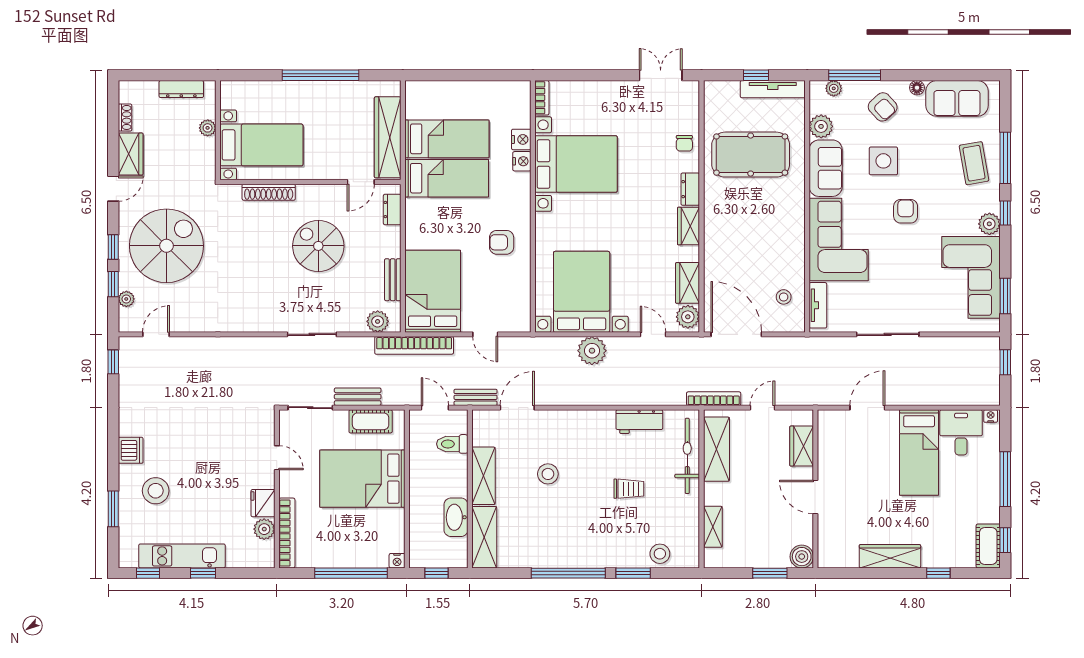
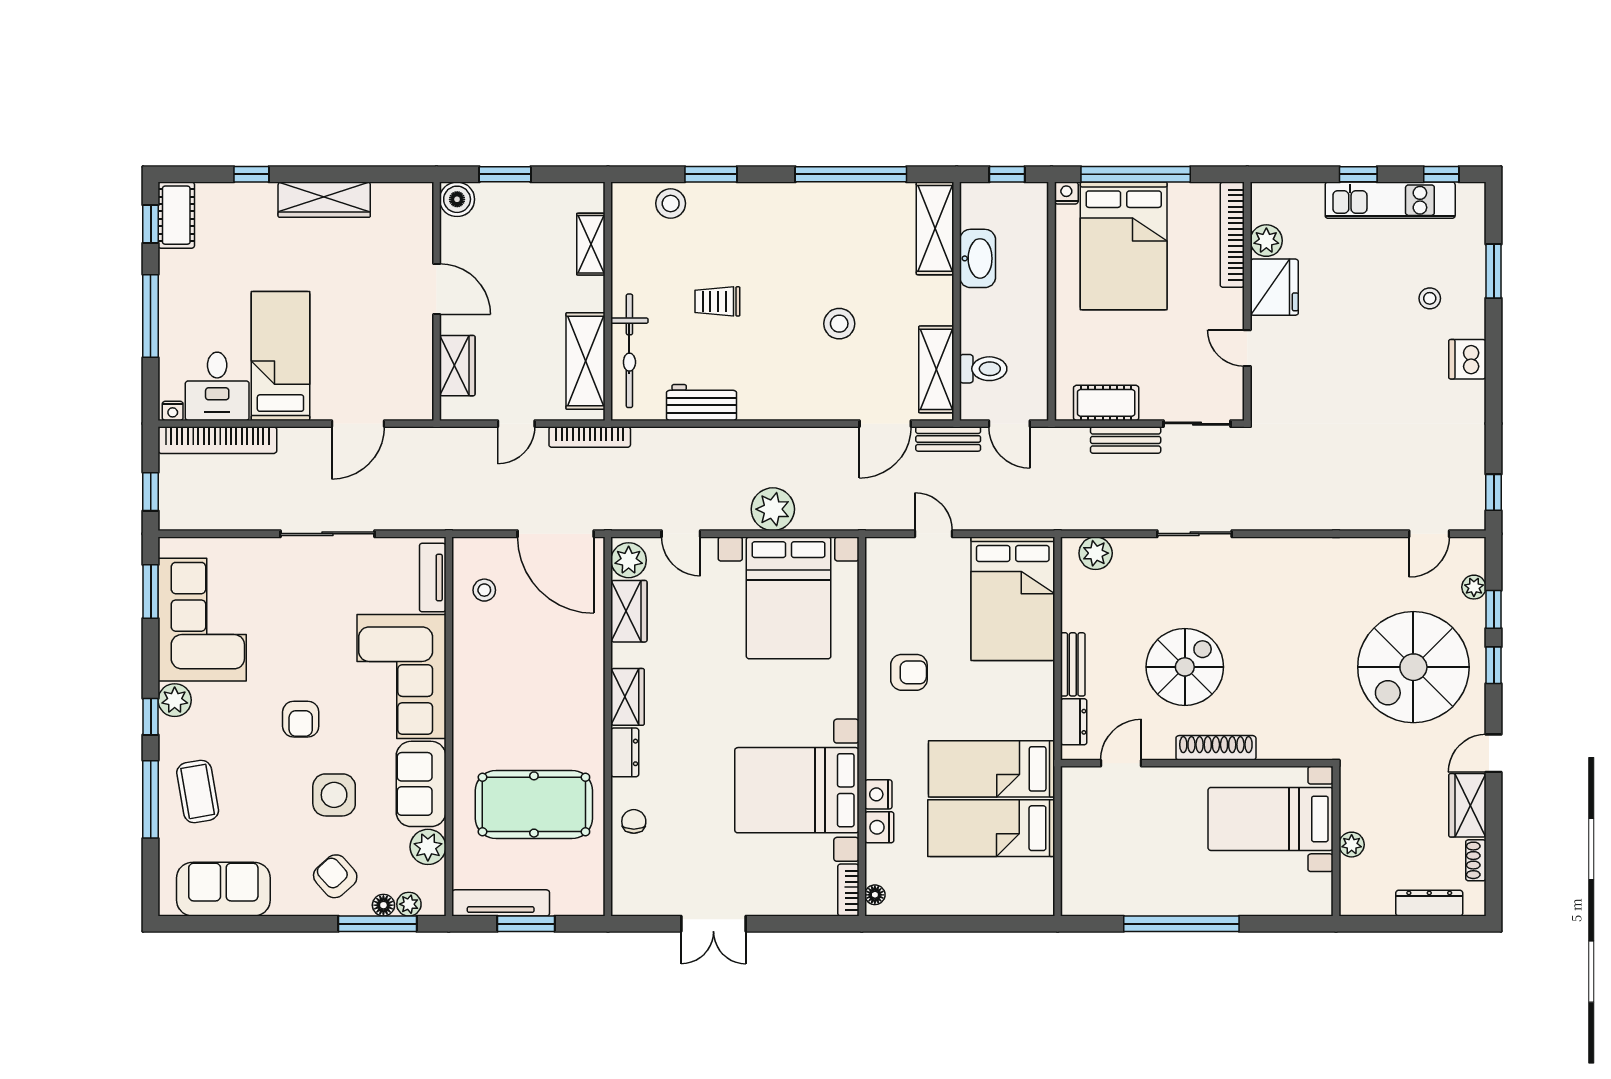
double door: (661, 75) -> (713, 924), moved
window: (756, 75) -> (526, 924), width x1.50
floor lamp: (917, 88) -> (383, 905), moved
dresser: (181, 89) -> (1429, 903), moved
floor lamp: (524, 95) -> (875, 895), added
wardrobe: (388, 137) -> (1080, 830), removed
shoe rack: (269, 192) -> (1216, 748), moved
spiral stairs: (318, 246) -> (1185, 667), turned -90
bench: (393, 280) -> (1073, 664), moved
bookcase: (414, 345) -> (217, 440), moved, turned 180
shelving: (483, 476) -> (936, 369), moved
bed: (362, 479) -> (1124, 246), moved, turned 90
stool: (156, 491) -> (1430, 298), width x0.53, depth x0.53
fridge: (263, 503) -> (1274, 287), width x1.36, depth x1.34
window: (568, 573) -> (851, 174), moved

